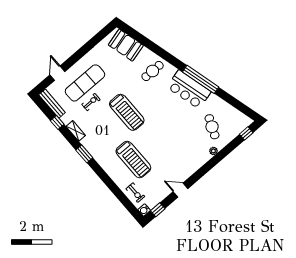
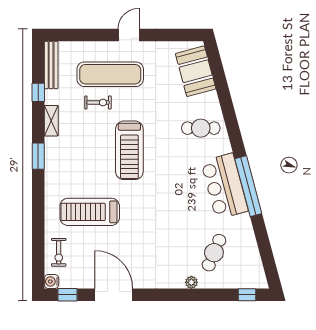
door: (57, 73) -> (129, 35), moved
treadmill: (133, 160) -> (90, 212), turned 90
door: (181, 190) -> (114, 295), width x1.87

